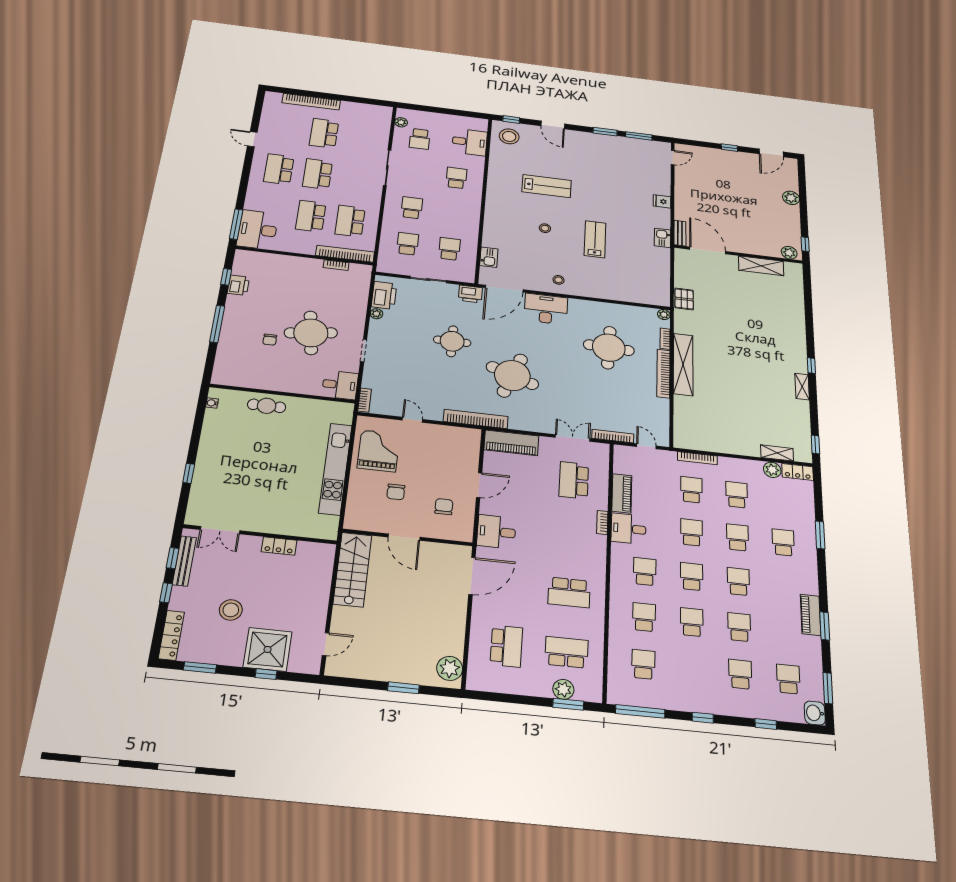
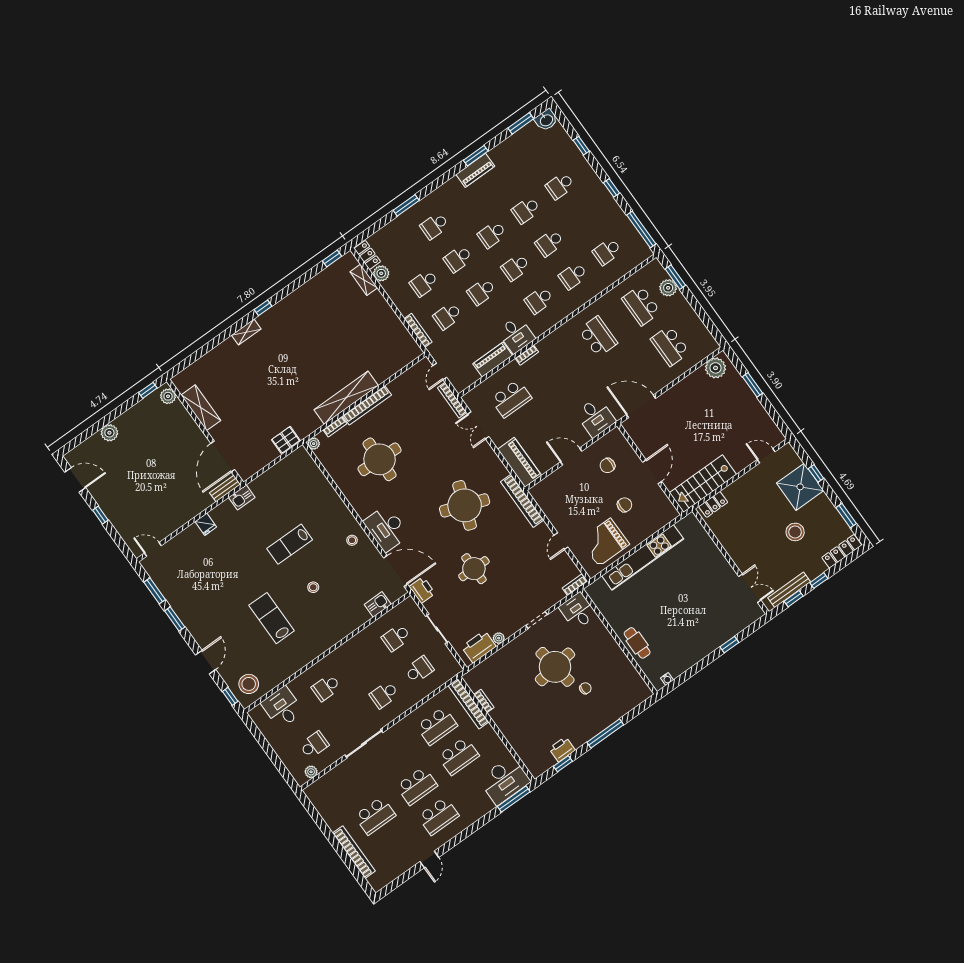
school desk: (408, 244) -> (419, 670), turned 180
shelving: (802, 387) -> (246, 332), moved
locker: (279, 546) -> (713, 504), moved, turned 90
school desk: (506, 646) -> (670, 346), turned -90
school desk: (788, 679) -> (536, 153), removed

